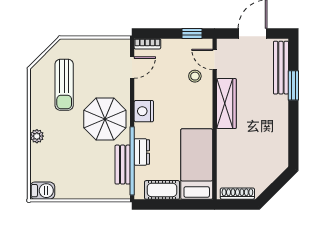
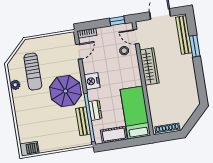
plant: (37, 136) -> (15, 85), moved

